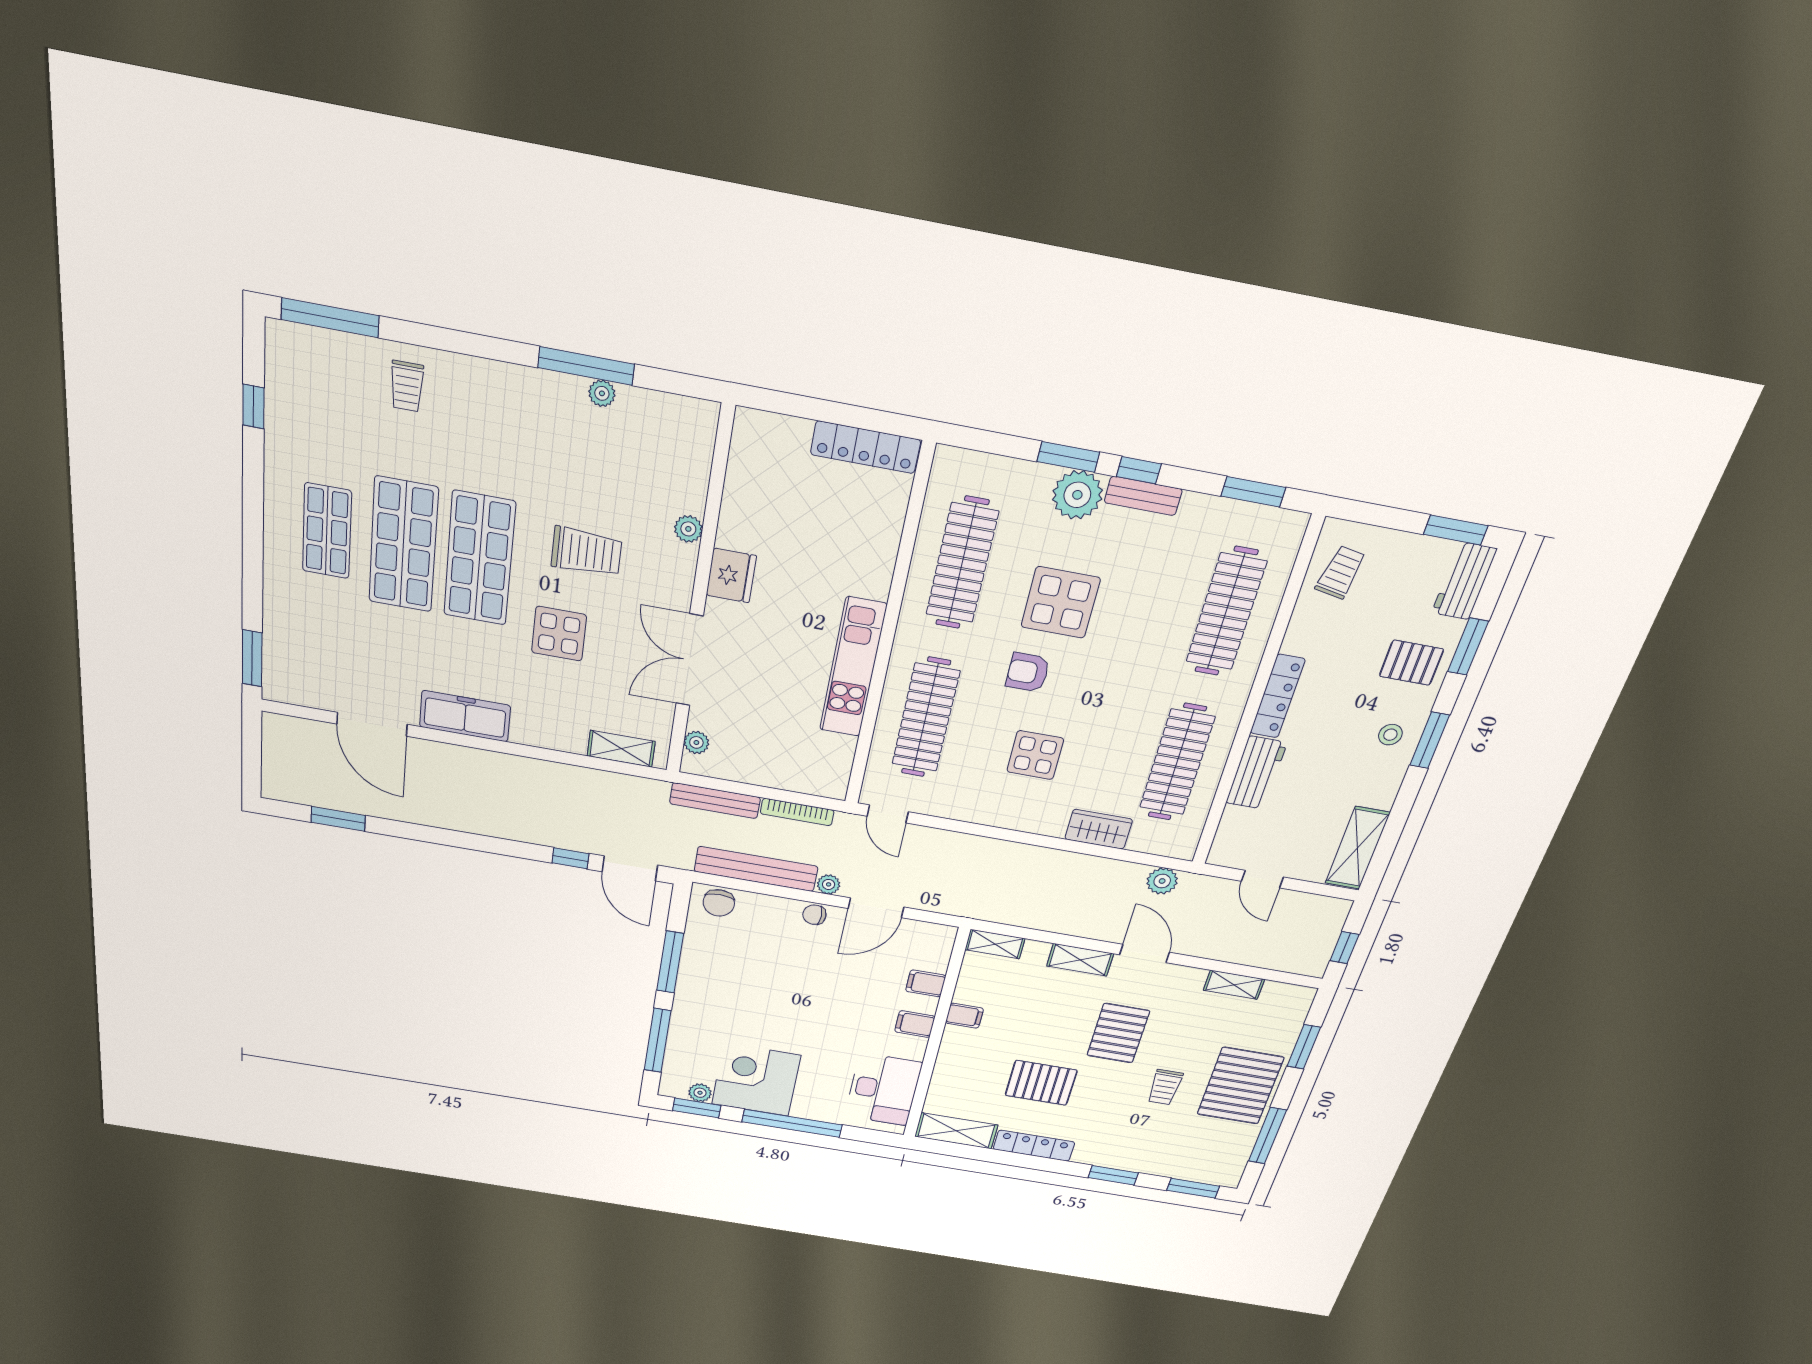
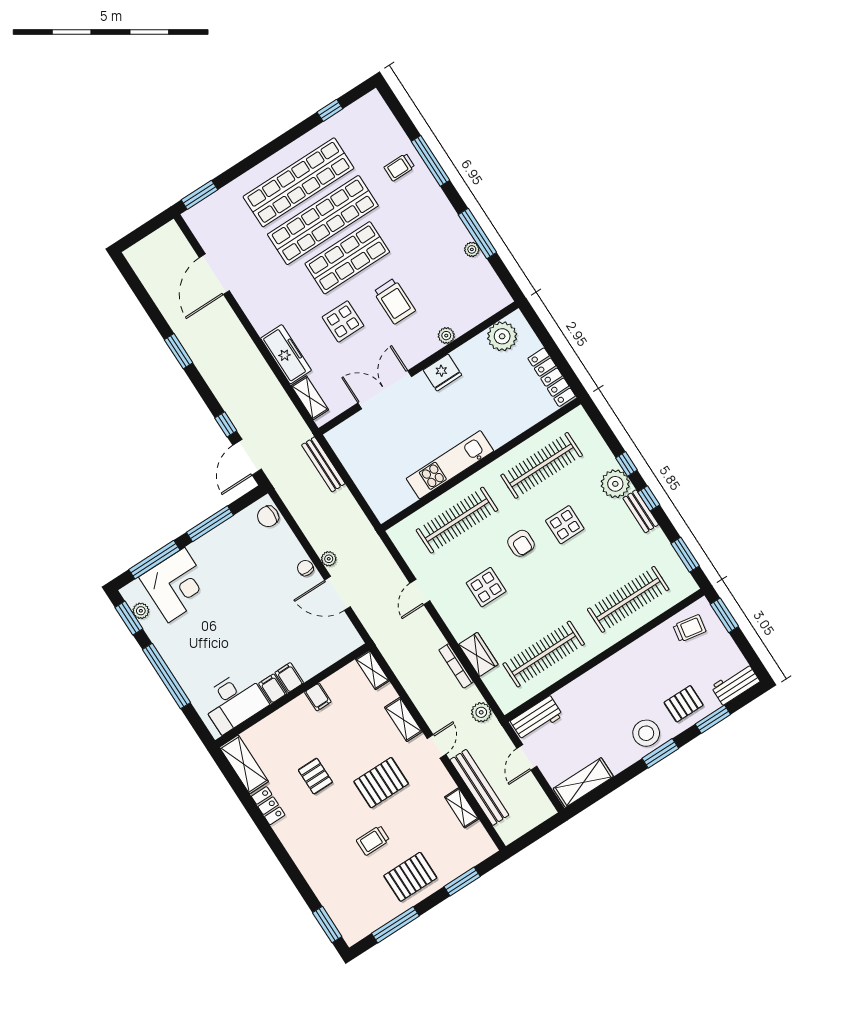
window: (330, 318) -> (430, 161), moved
window: (1068, 457) -> (627, 464), width x0.67
window: (1456, 530) -> (724, 615), moved
shop shelf: (327, 531) -> (298, 182), width x2.00, depth x1.36
shop shelf: (403, 545) -> (323, 220), width x1.40
display table: (1061, 602) -> (565, 525), width x0.73, depth x0.73
pallet: (1411, 663) -> (684, 704), turned 90
armchair: (1028, 672) -> (521, 543), turned 180
locker: (1278, 696) -> (615, 664), removed
freezer: (465, 716) -> (286, 354), moved
stool: (1390, 735) -> (646, 733), width x1.89, depth x1.89
plant: (696, 742) -> (502, 336), moved, width x1.88, depth x1.88
workbench: (1256, 773) -> (537, 718), moved
bookcase: (797, 812) -> (456, 666), moved
door: (888, 814) -> (420, 592), moved
window: (338, 819) -> (179, 351), moved
bench: (756, 869) -> (479, 787), moved
window: (1344, 948) -> (531, 837), removed
door: (1144, 953) -> (436, 746), width x0.73
filing cabinet: (926, 983) -> (273, 689), moved
corner desk: (756, 1080) -> (176, 585), moved, turned 90
pallet: (1041, 1083) -> (315, 776), width x0.67, depth x0.71
pallet: (1240, 1086) -> (410, 877), width x0.73, depth x0.71
locker: (1034, 1146) -> (268, 806), width x0.66
window: (1113, 1175) -> (295, 874), removed

